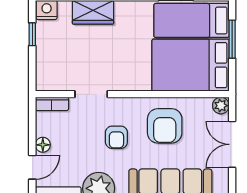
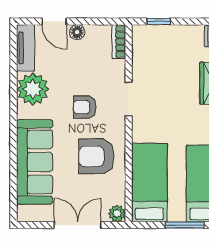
window: (32, 34) -> (159, 21), moved
bed: (191, 65) -> (149, 183), width x0.67
doorway: (91, 94) -> (129, 99), moved

